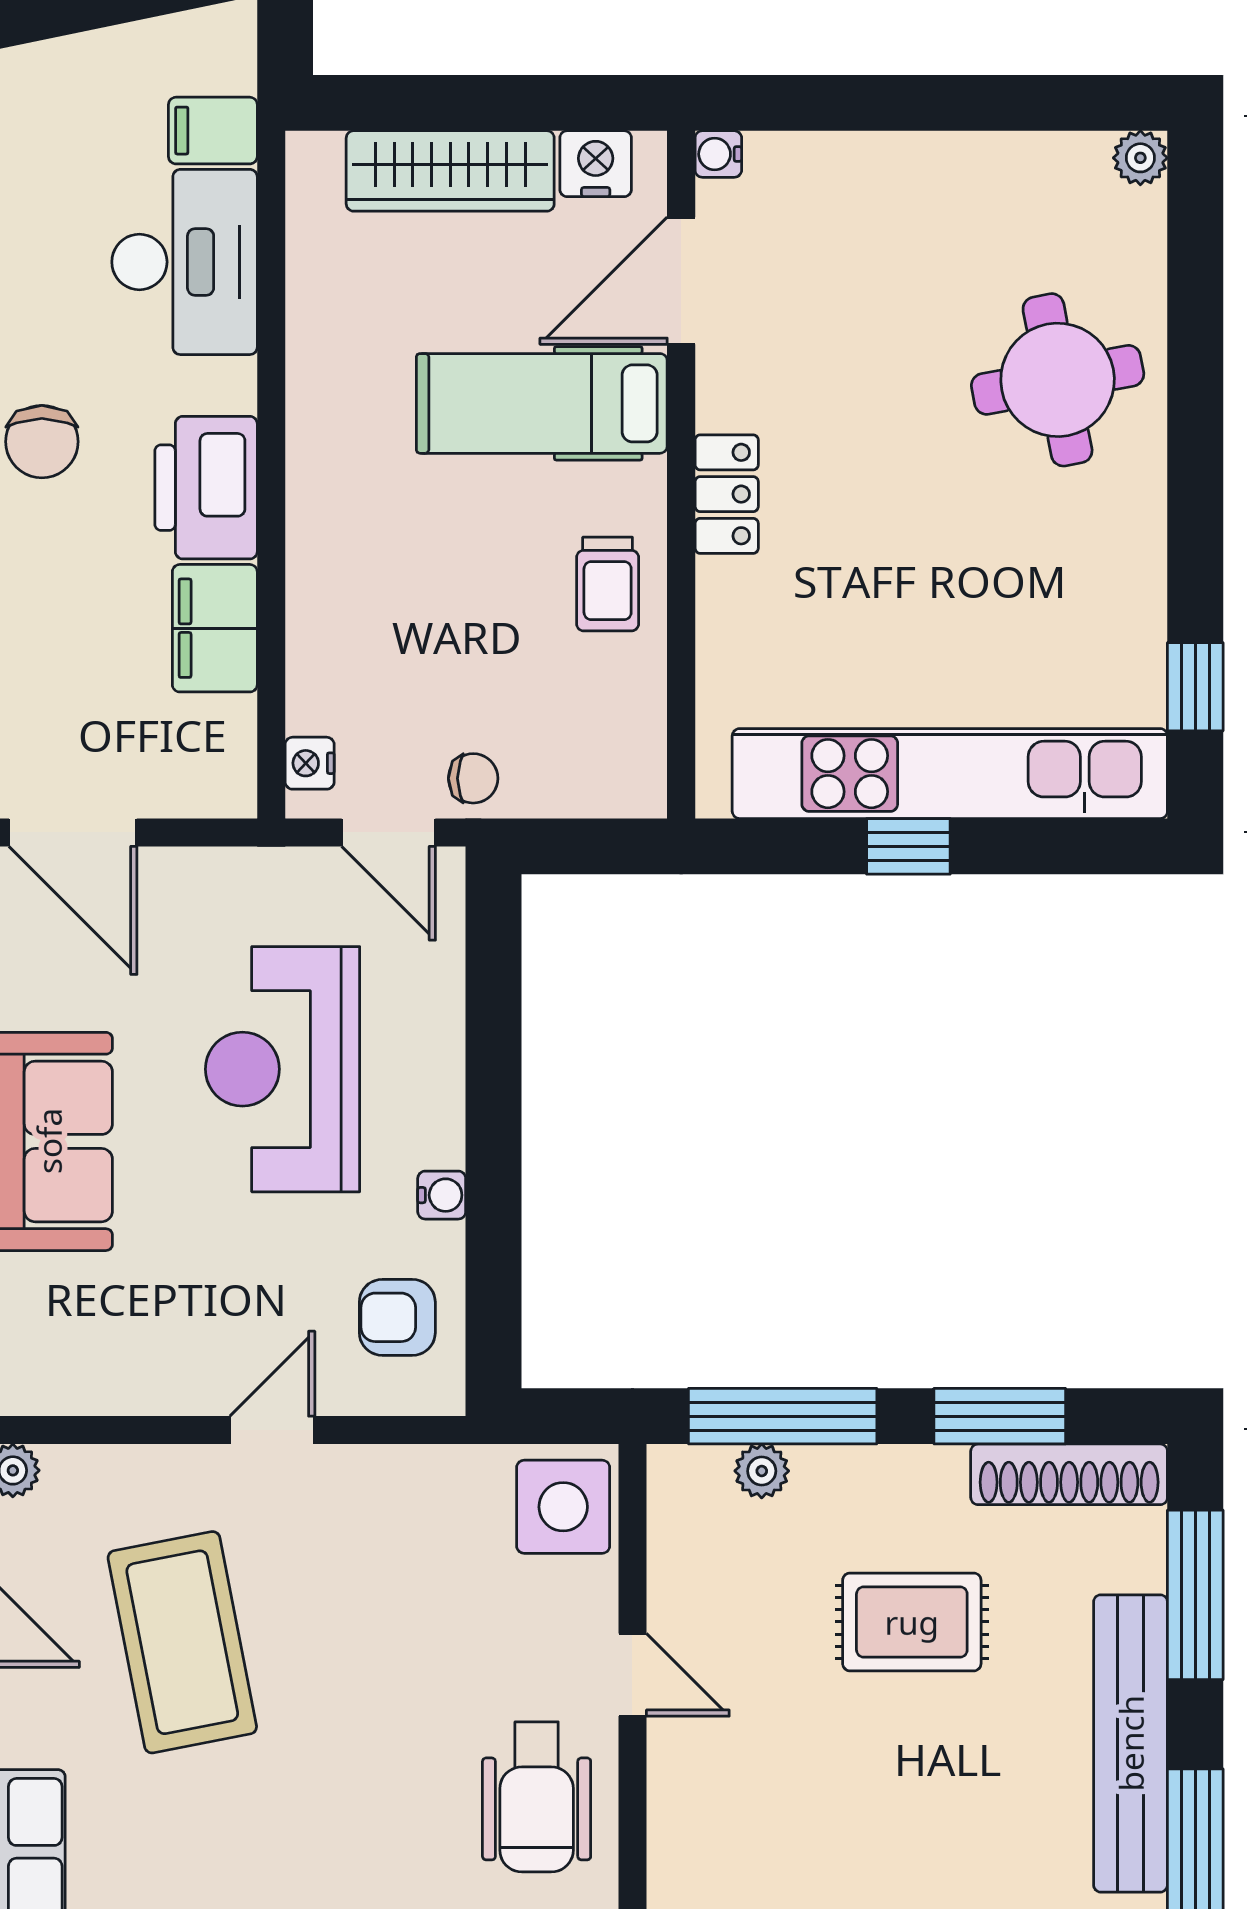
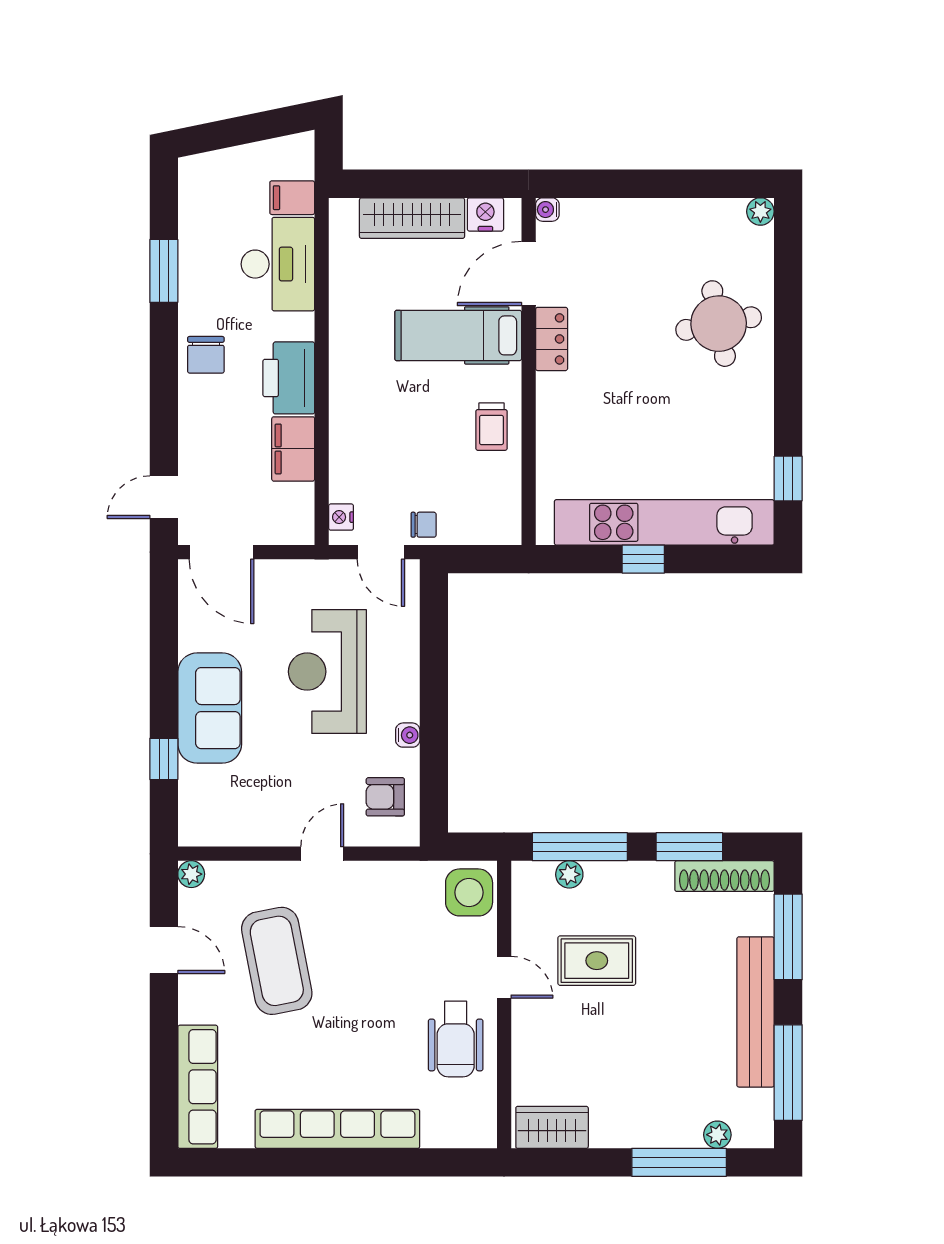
locker: (727, 494) -> (552, 339), moved
rug: (912, 1622) -> (597, 961), moved

